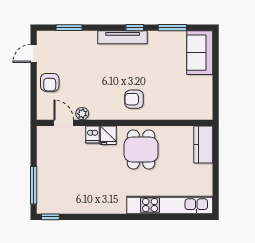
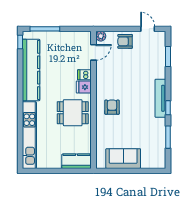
sofa: (200, 53) -> (123, 159), moved
plant: (82, 114) -> (101, 36), moved
kitchen counter: (86, 203) -> (31, 70), added

